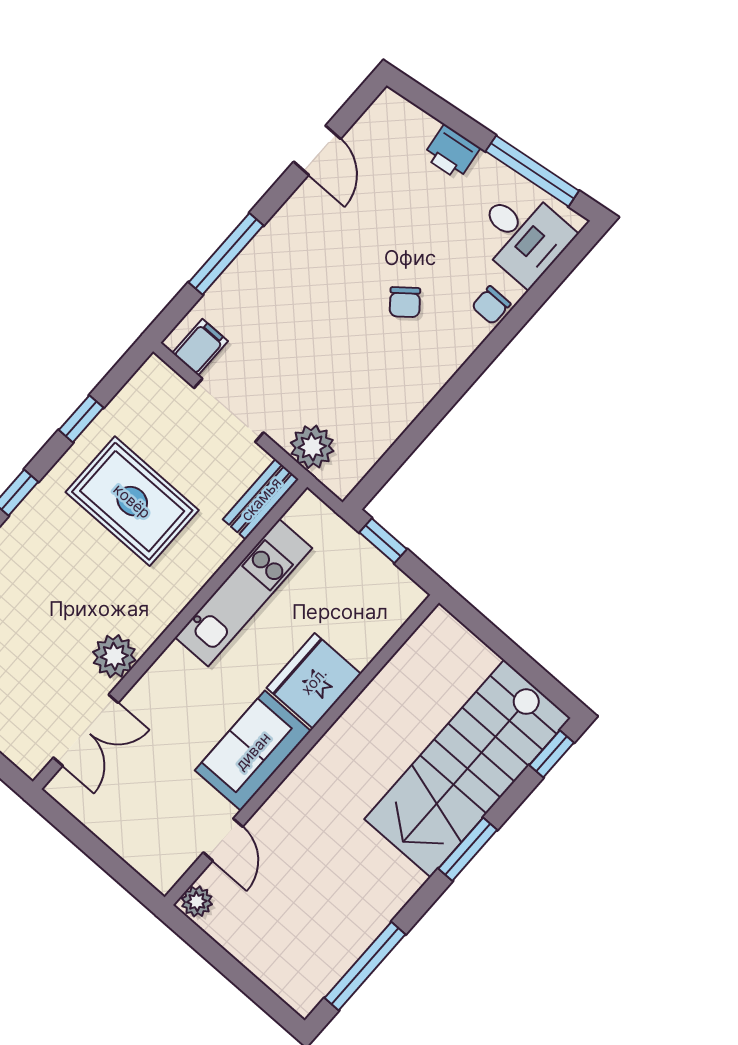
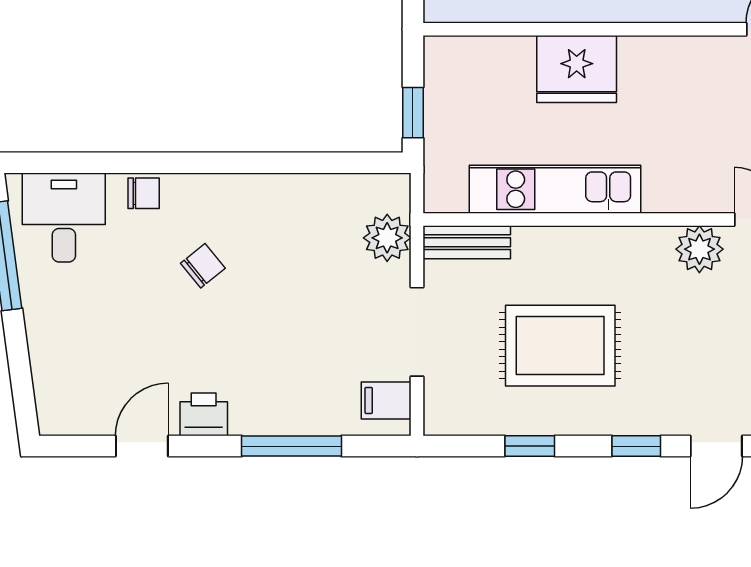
printer: (452, 152) -> (204, 414), moved, turned -82
rug: (132, 501) -> (560, 346), turned 90
sofa: (253, 751) -> (677, 69), removed

